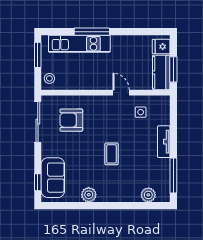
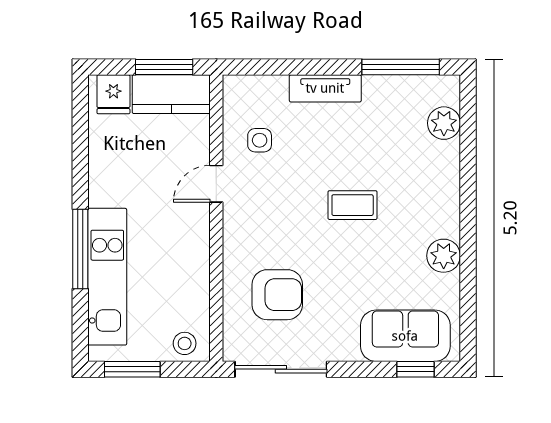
armchair: (71, 120) -> (277, 295), turned -90

